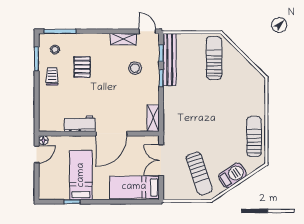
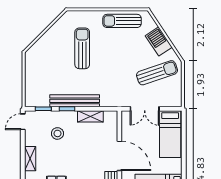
shelving: (123, 39) -> (30, 159), moved
sun lounger: (214, 58) -> (82, 48), moved, turned 90
bench: (170, 60) -> (75, 101), moved
shelving: (153, 118) -> (90, 116), moved

